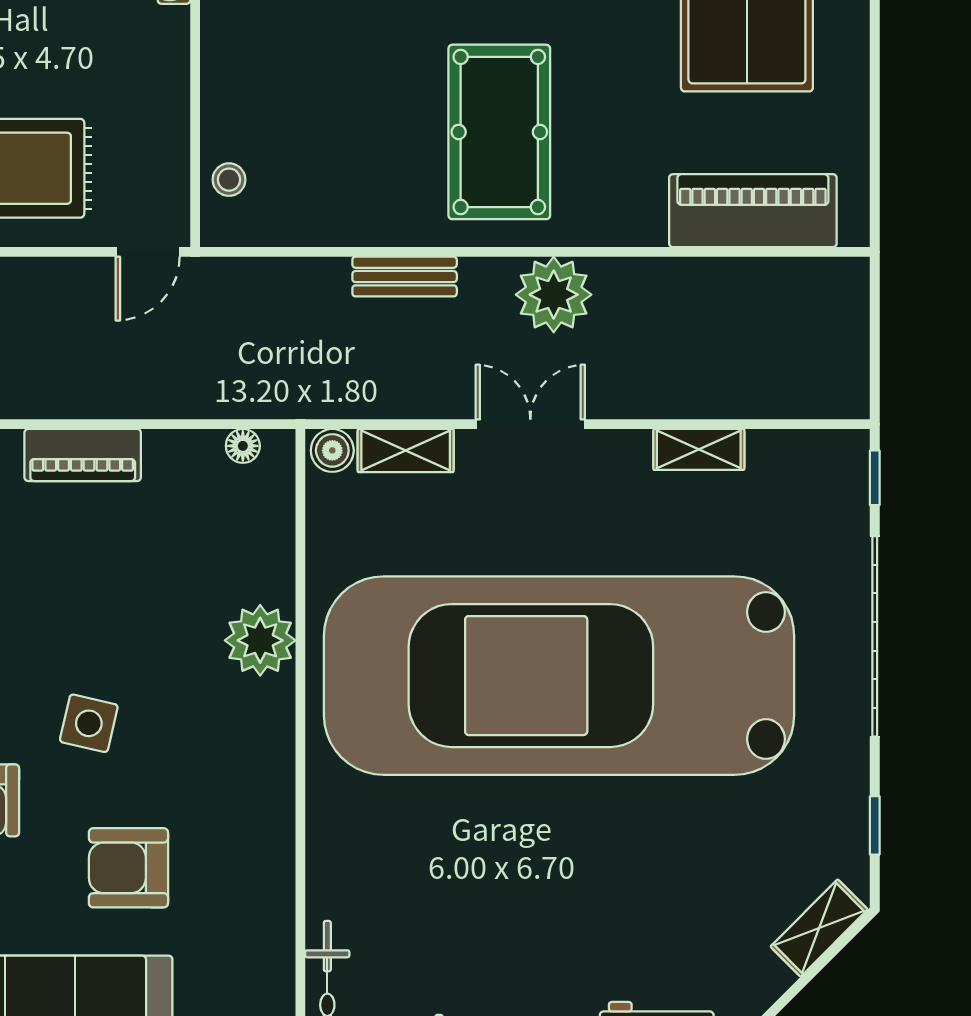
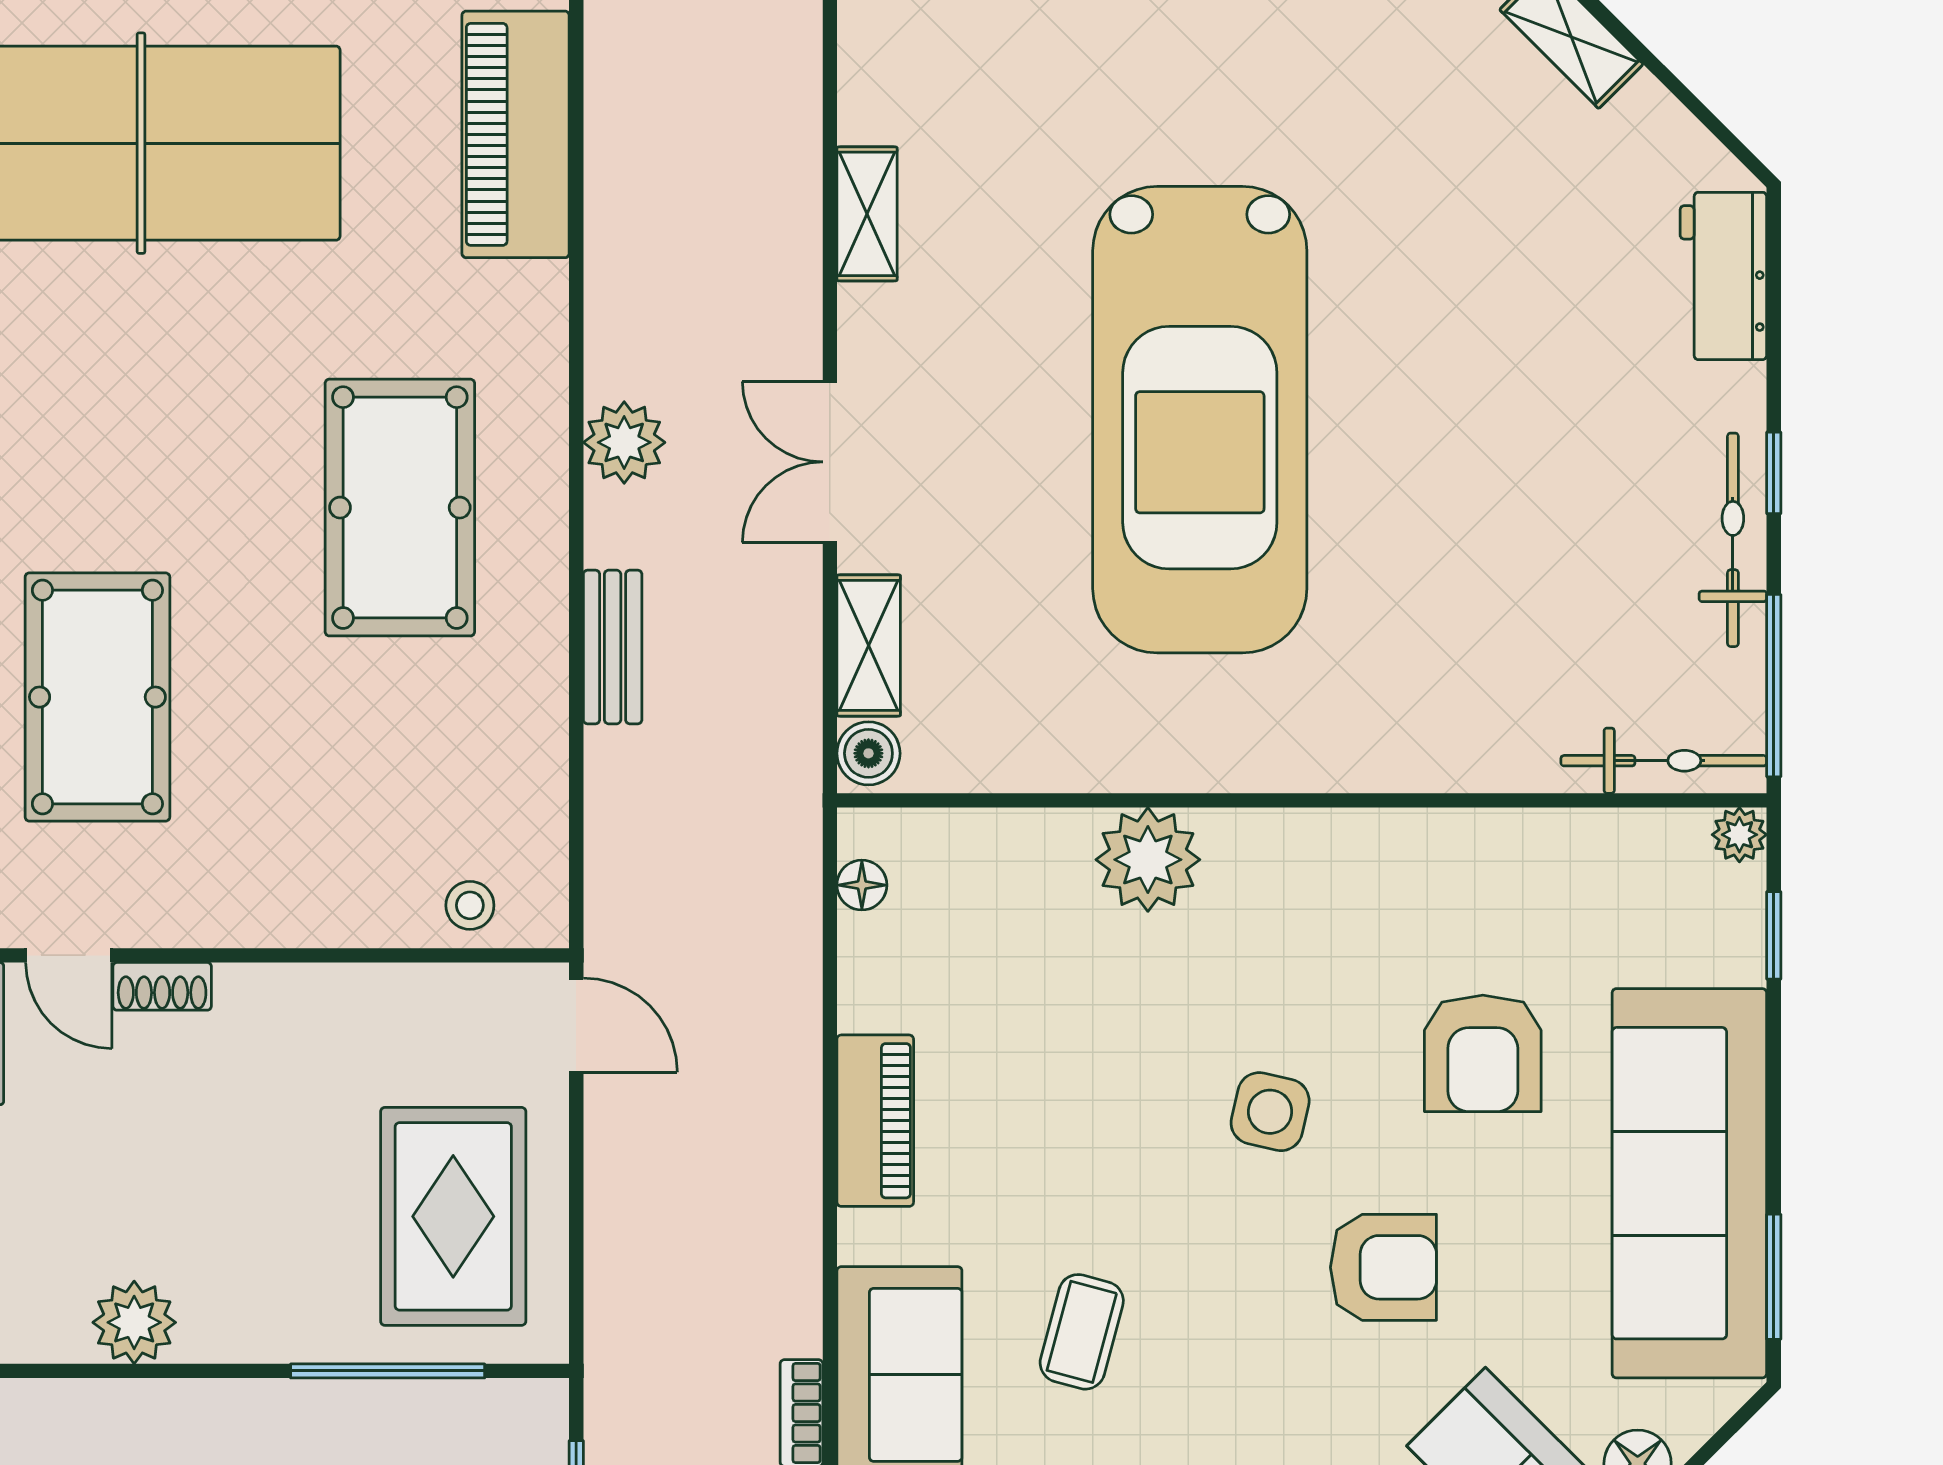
pool table: (499, 132) -> (400, 508), turned 90
plant: (554, 295) -> (624, 442), width x0.73, depth x0.73
car: (559, 676) -> (1200, 420), width x0.73, depth x0.67

